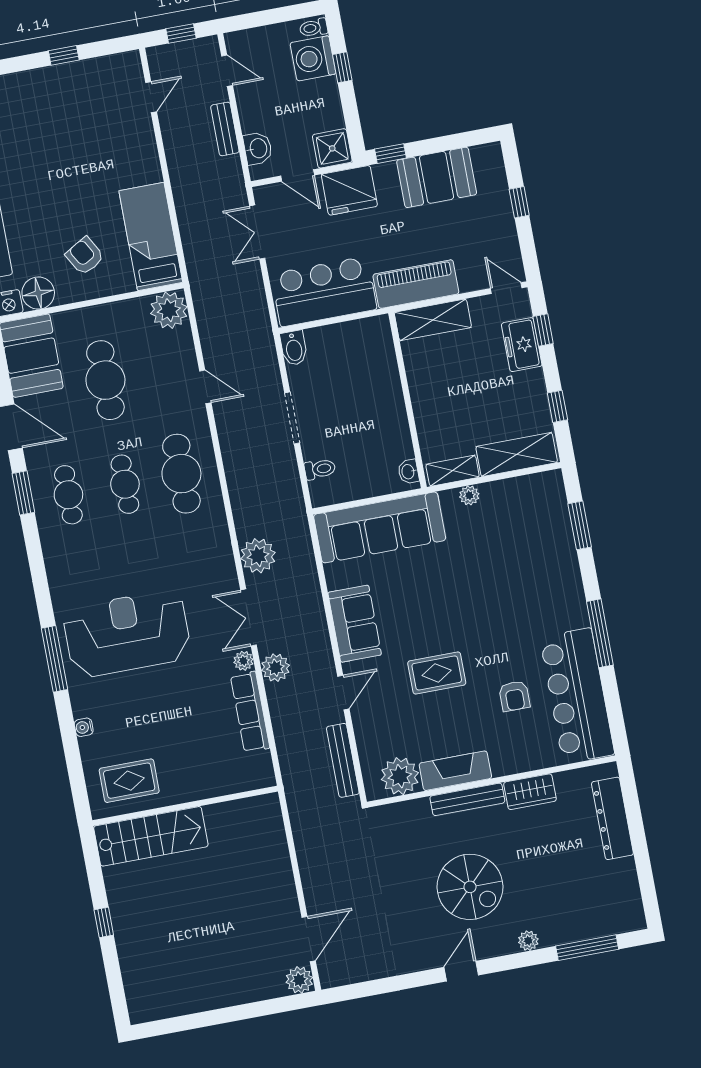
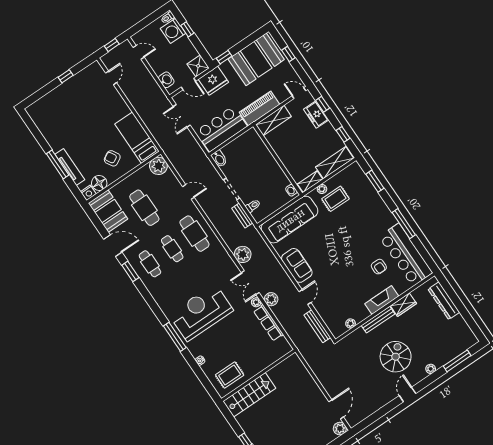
bench: (225, 129) -> (242, 216), moved
booth: (437, 177) -> (256, 59), width x1.36, depth x1.42
rug: (437, 673) -> (335, 199), moved
fireplace: (455, 771) -> (382, 300), moved
plant: (400, 776) -> (351, 323), width x0.53, depth x0.53
spiral stairs: (470, 887) -> (396, 357), turned -90

